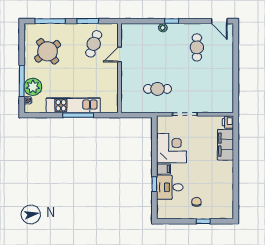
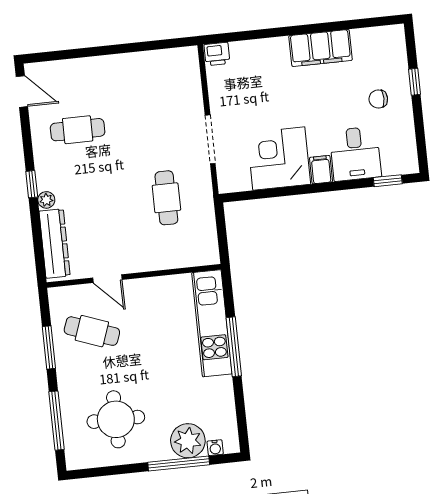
door: (219, 21) -> (22, 91), hinge flipped
dresser: (140, 30) -> (55, 244), added
round table: (48, 51) -> (116, 419), turned 38
kitchen unit: (73, 105) -> (212, 323), moved
filing cabinet: (225, 145) -> (321, 48), moved
window: (154, 184) -> (388, 181), moved

